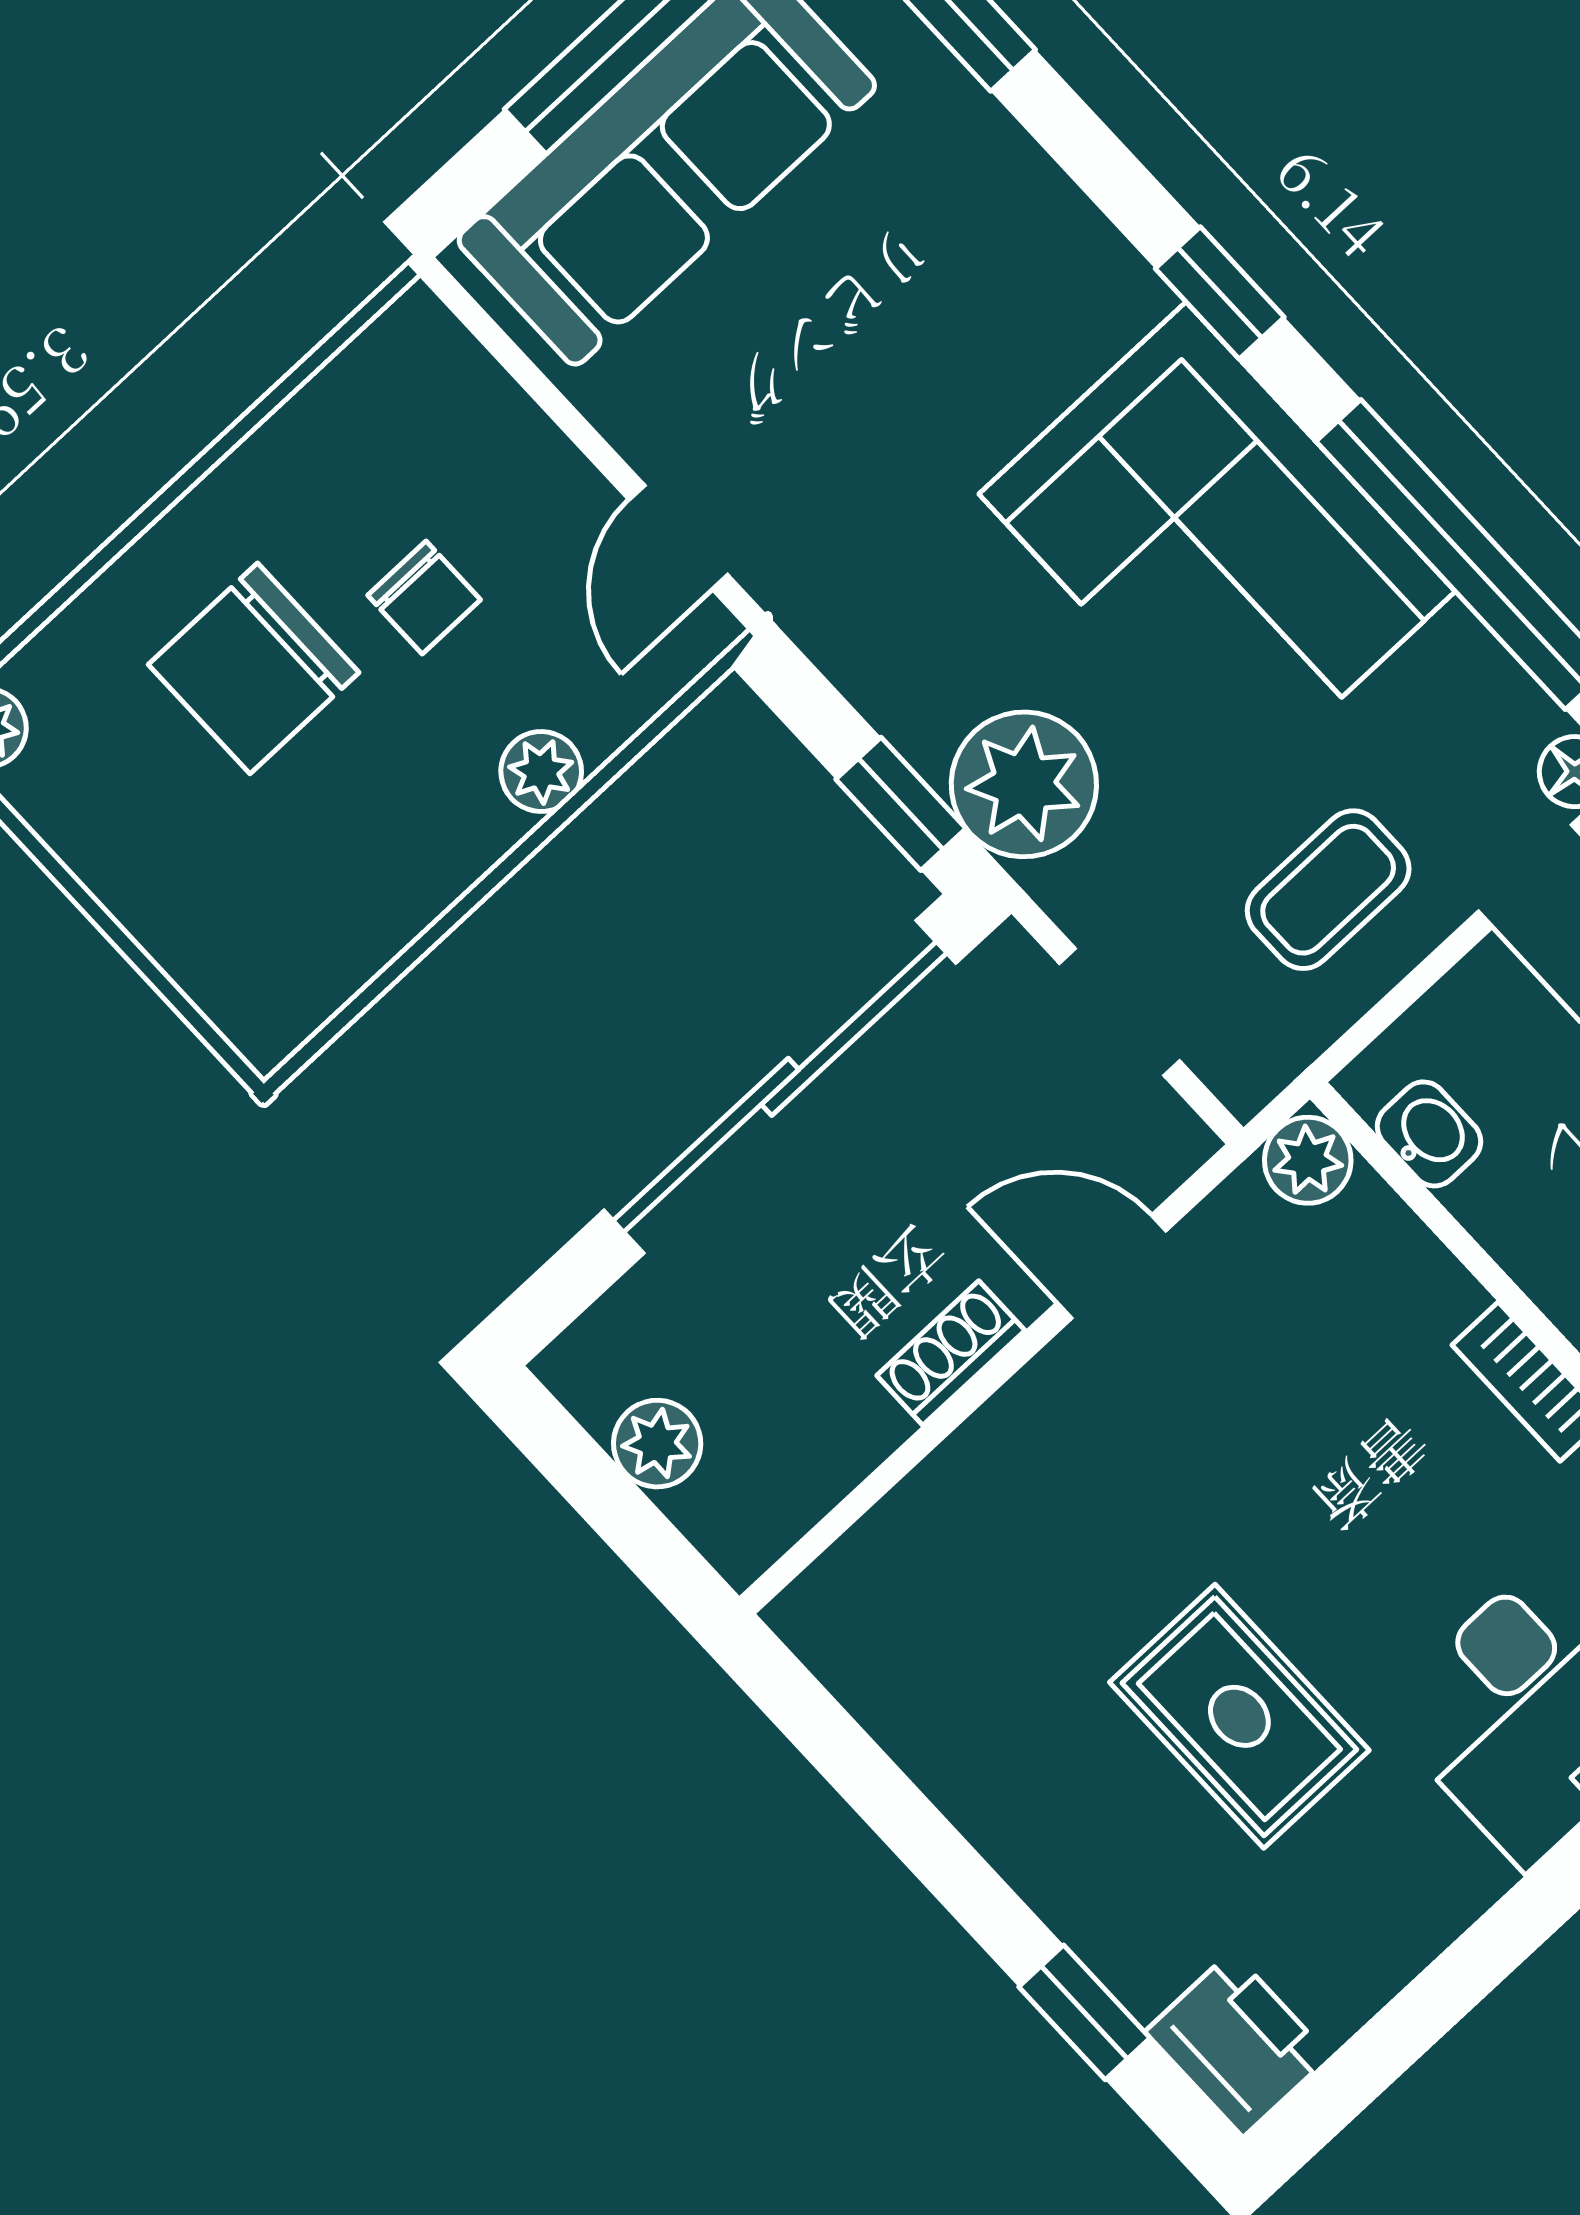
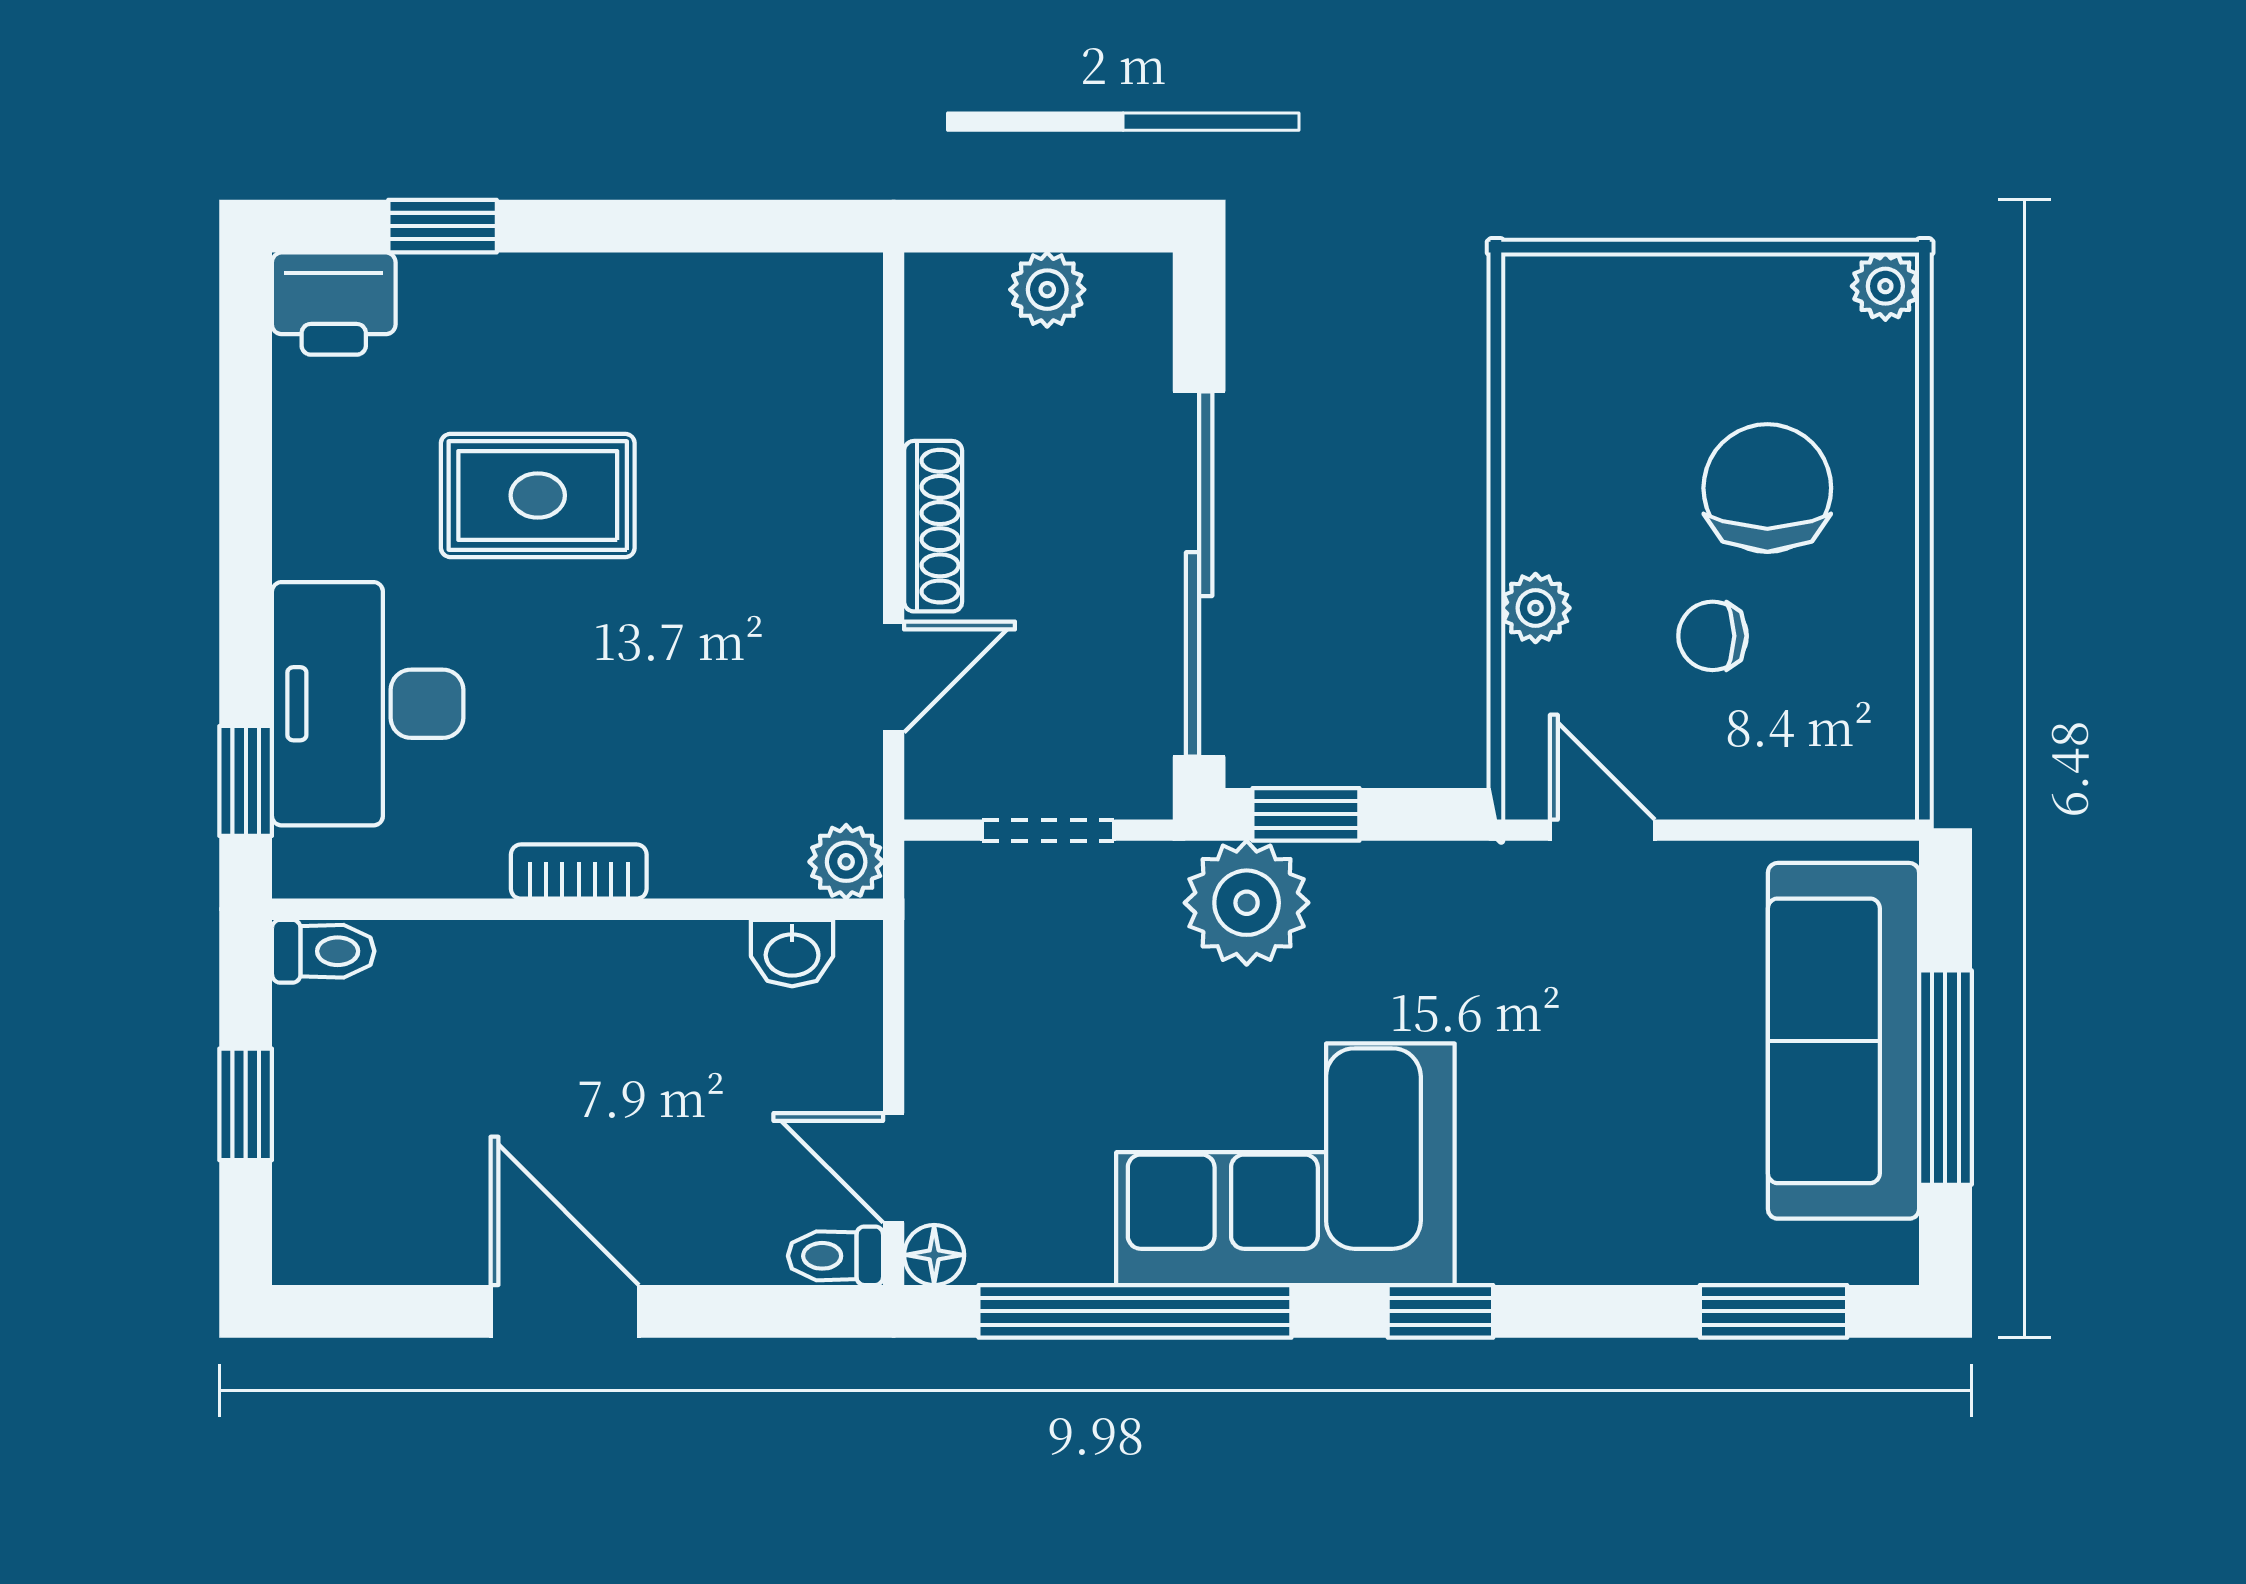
coffee table: (1328, 890) -> (1004, 1032), removed
shoe rack: (951, 1353) -> (933, 526), width x1.43

